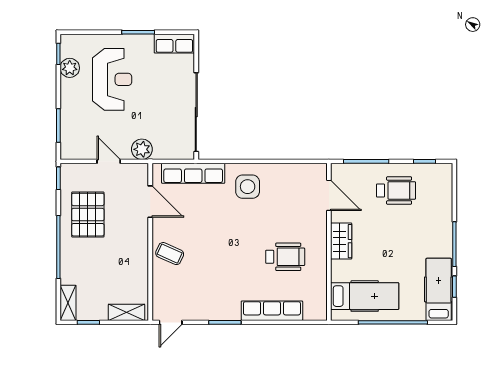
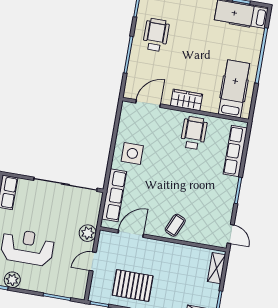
door: (329, 195) -> (148, 104), moved
wardrobe: (341, 241) -> (187, 100), moved
wall: (329, 242) -> (185, 110), moved
hospital bed: (365, 296) -> (234, 89), moved

